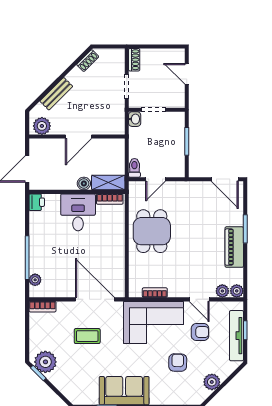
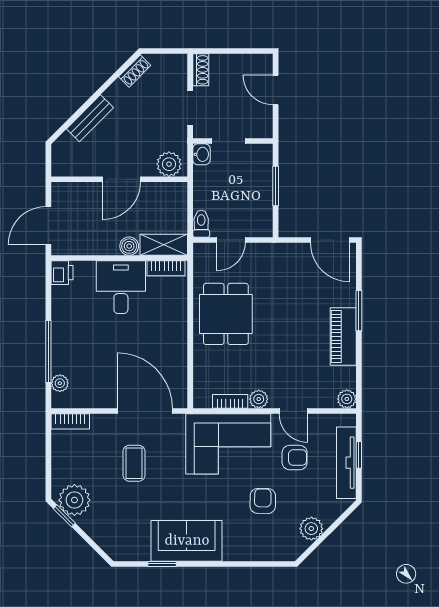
plant: (42, 126) -> (169, 164), moved
plant: (222, 291) -> (259, 399), moved
coffee table: (87, 336) -> (134, 463), turned 90

